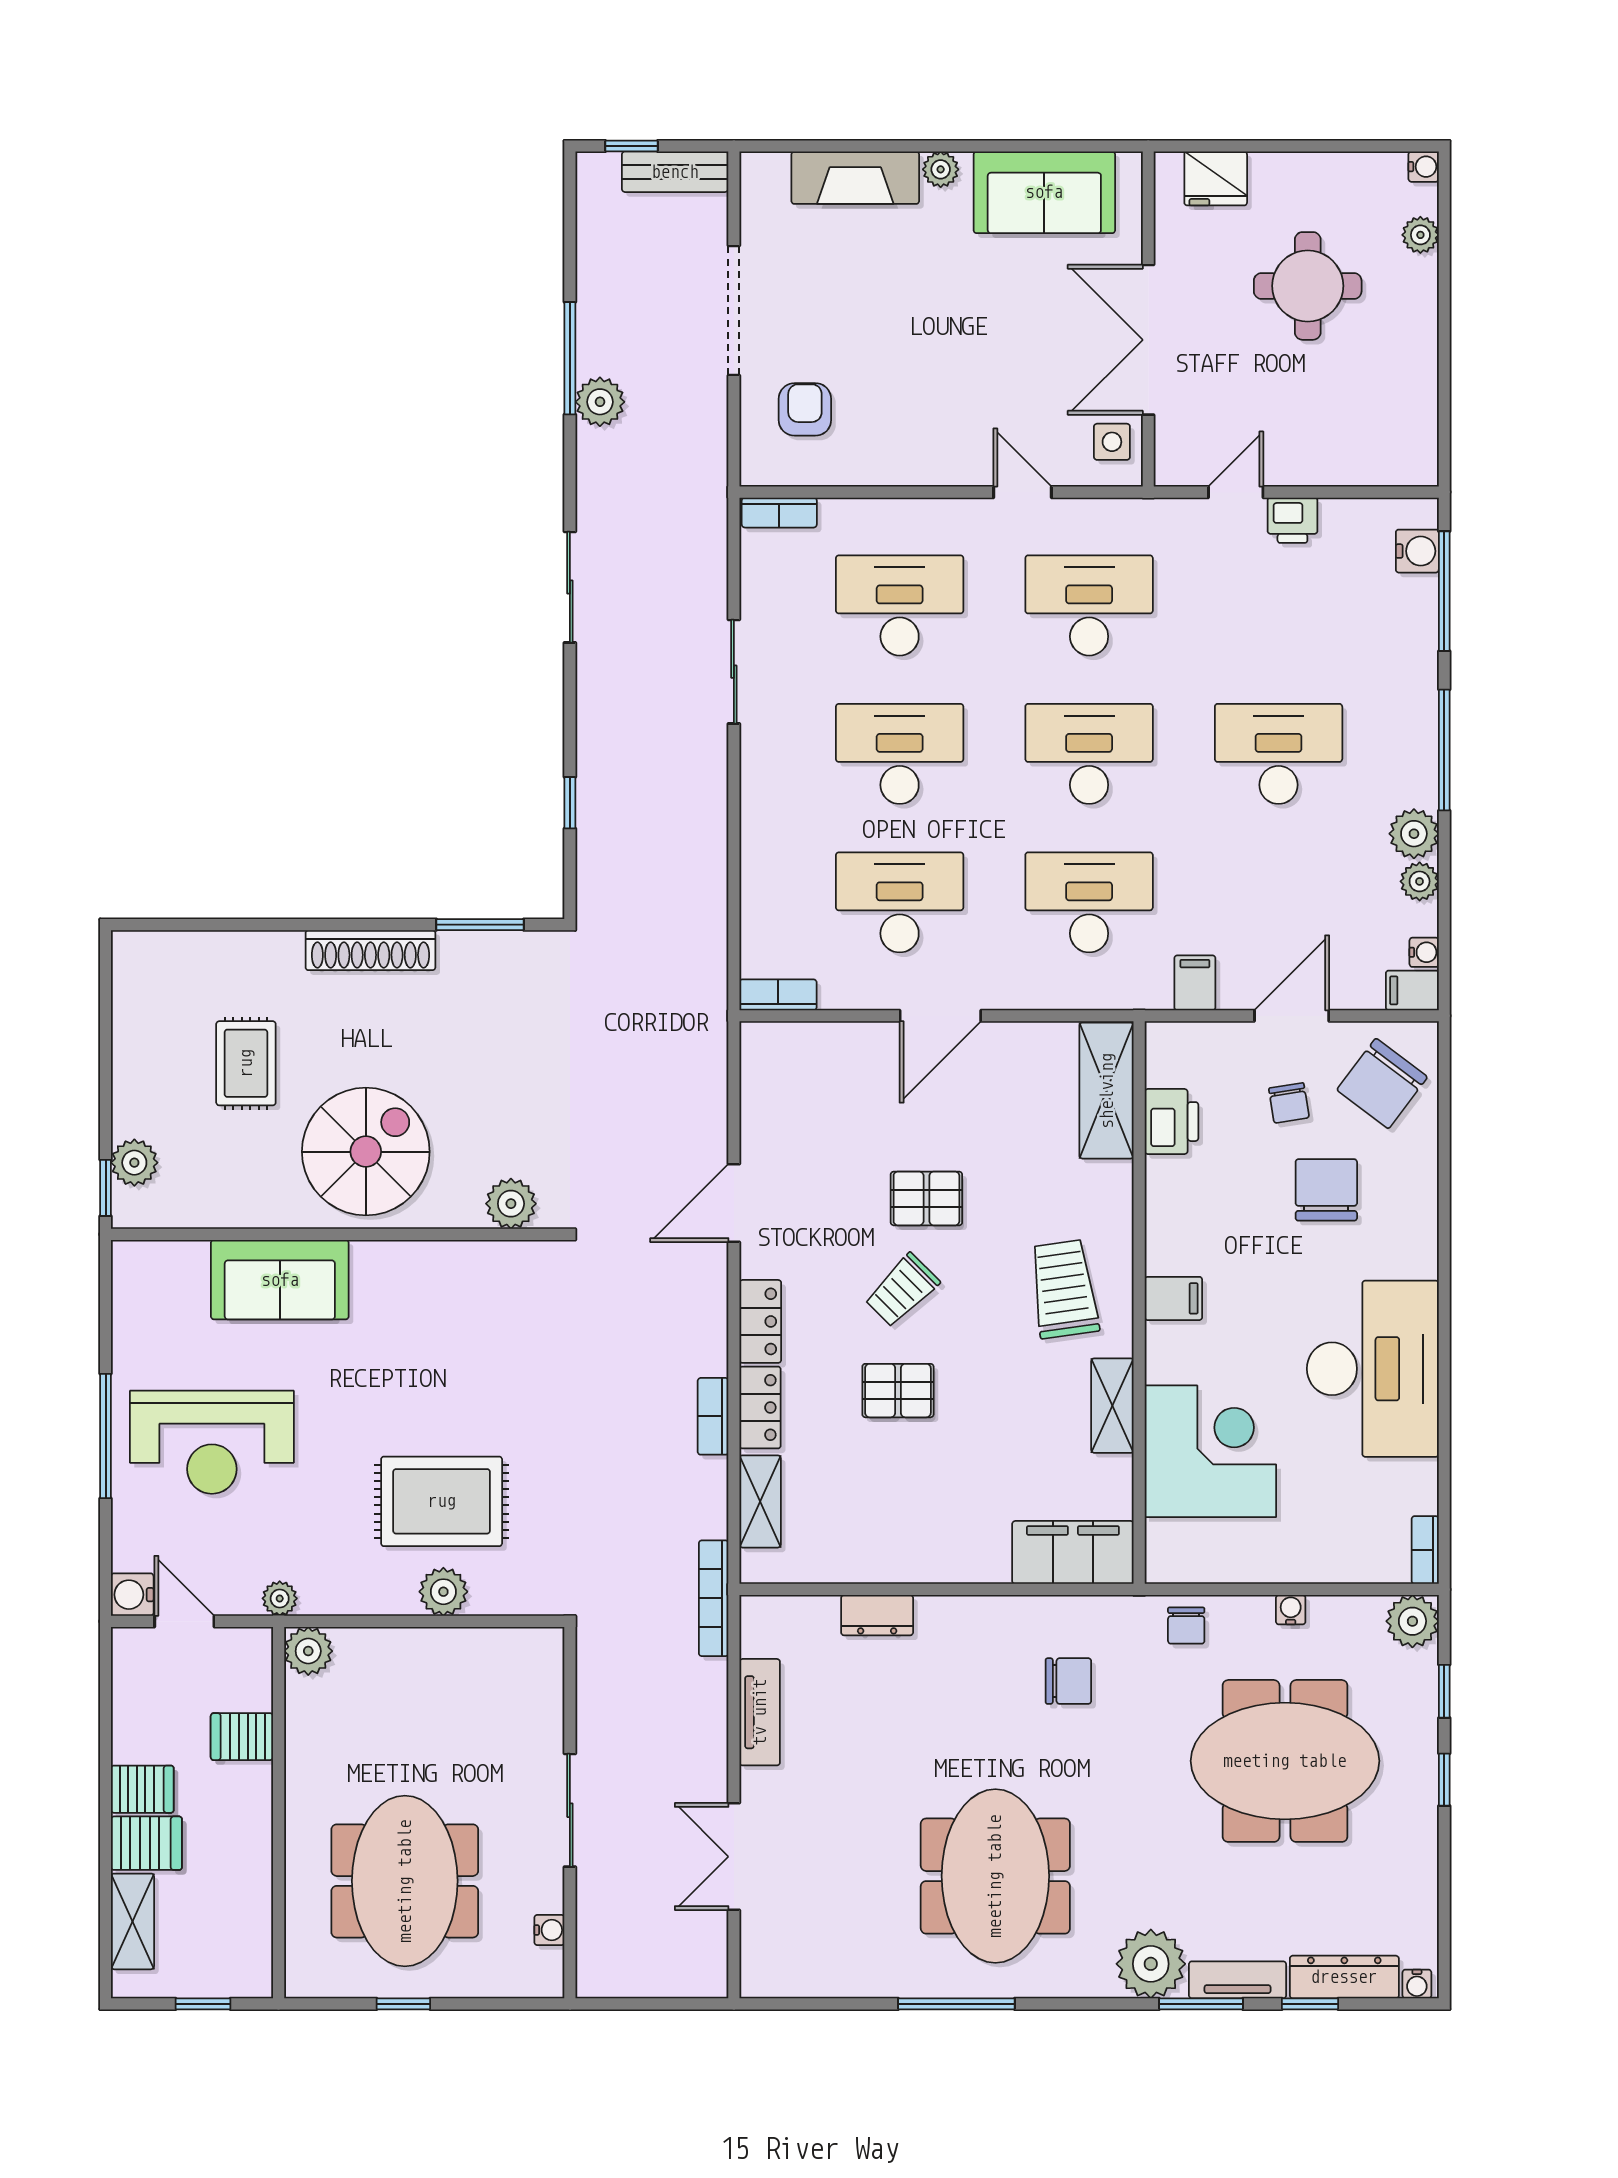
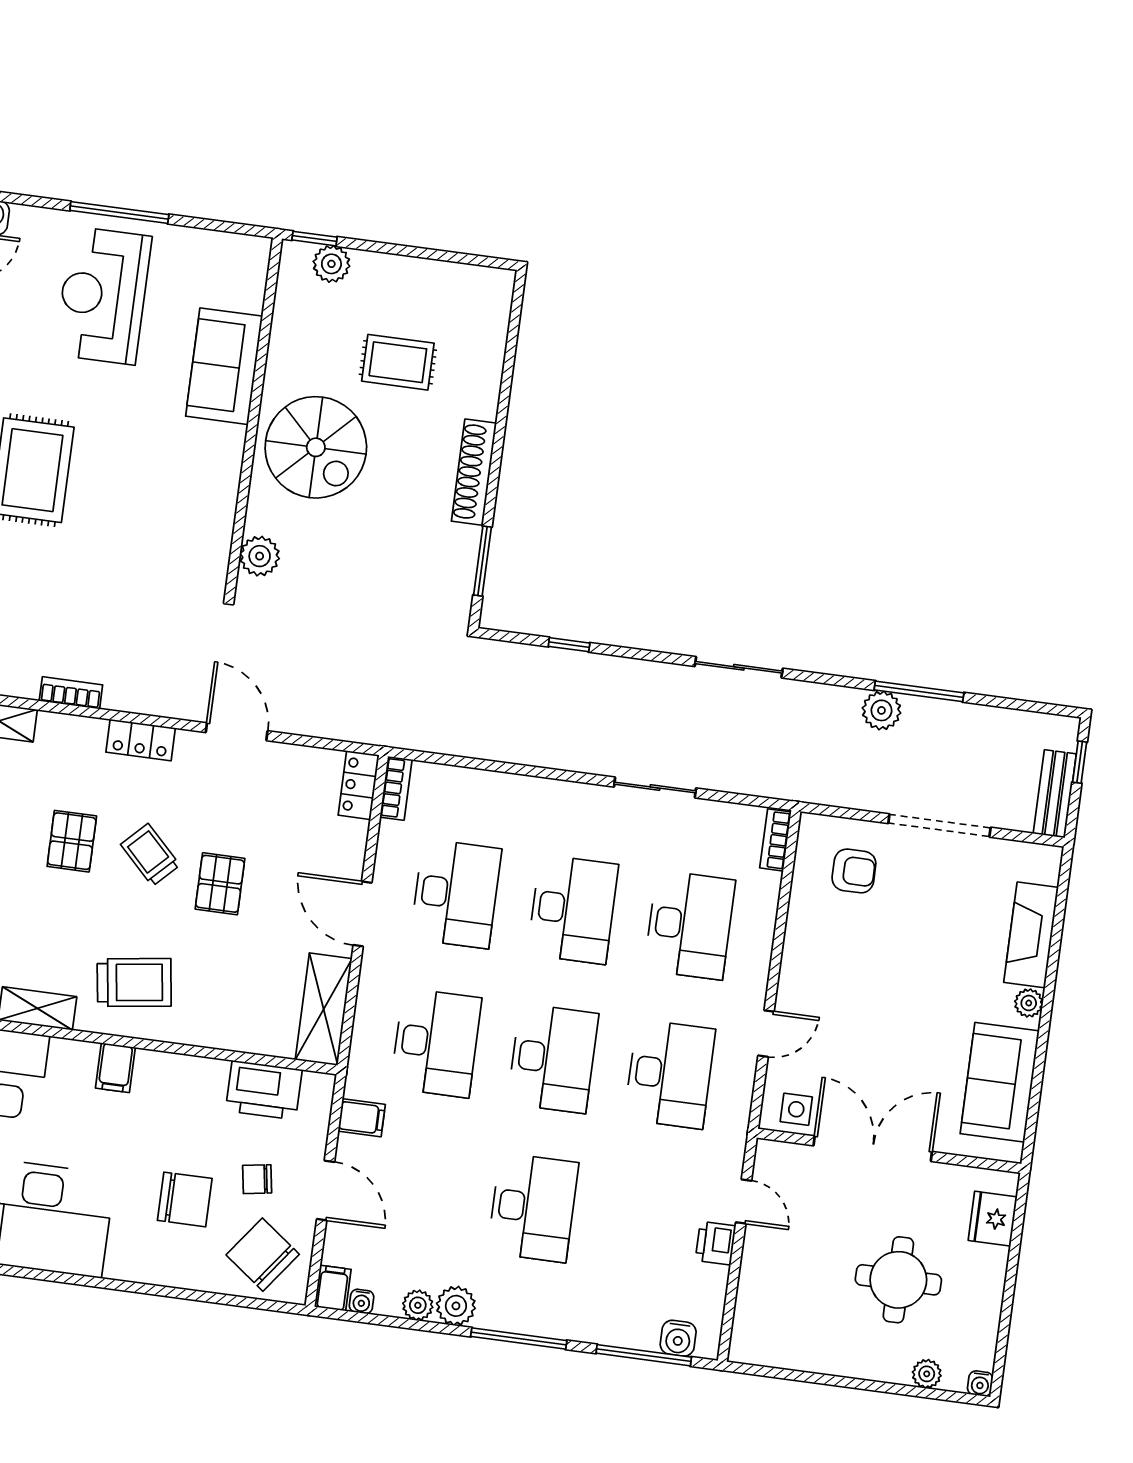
shelving: (1107, 1091) -> (324, 1009), moved, turned 90
printer: (1171, 1122) -> (264, 1090), width x1.37, depth x1.19
locker: (760, 1407) -> (359, 785), moved, turned 90

